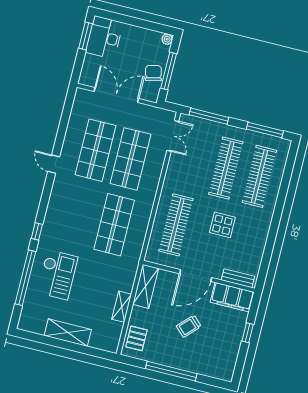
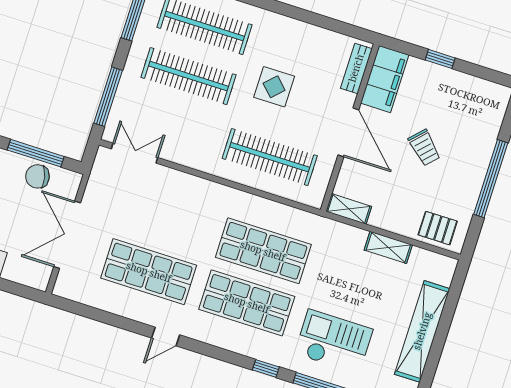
shop shelf: (131, 159) -> (247, 303), moved
shelving: (146, 286) -> (349, 209), width x0.67, depth x0.75
shelving: (68, 333) -> (422, 331), width x1.47

